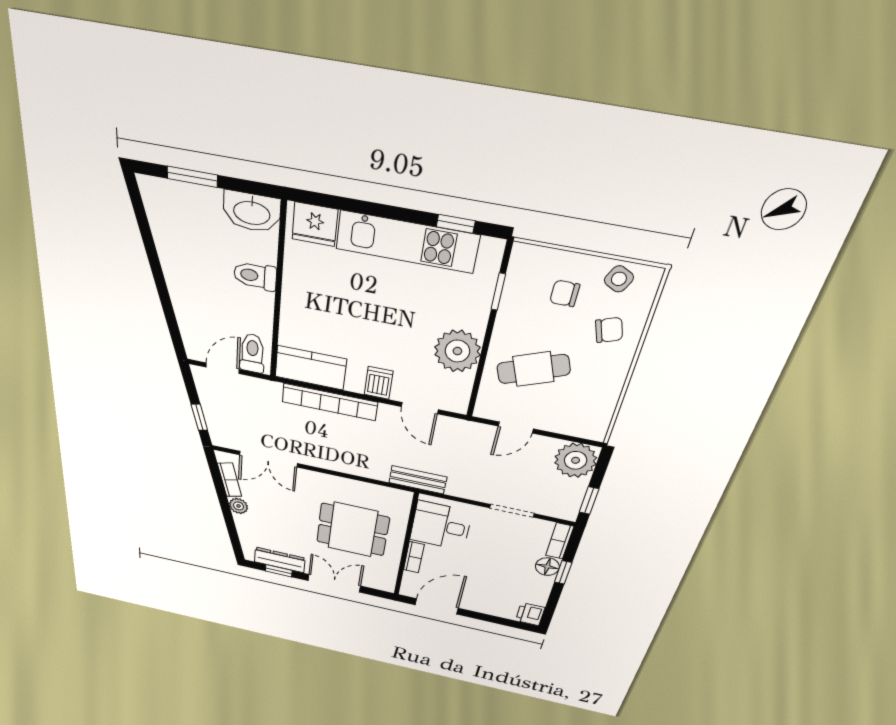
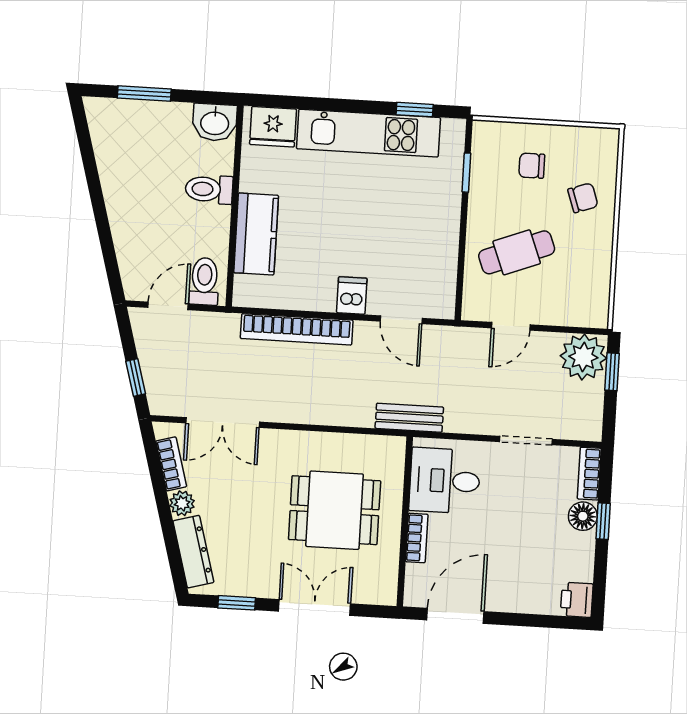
washbasin: (252, 212) -> (215, 122), width x0.72
side table: (619, 279) -> (580, 144), removed
plant: (457, 351) -> (434, 244), removed
kitchen counter: (311, 368) -> (256, 234), moved, turned 90
window: (589, 501) -> (612, 372), moved
dresser: (280, 560) -> (193, 552), moved, turned 74

